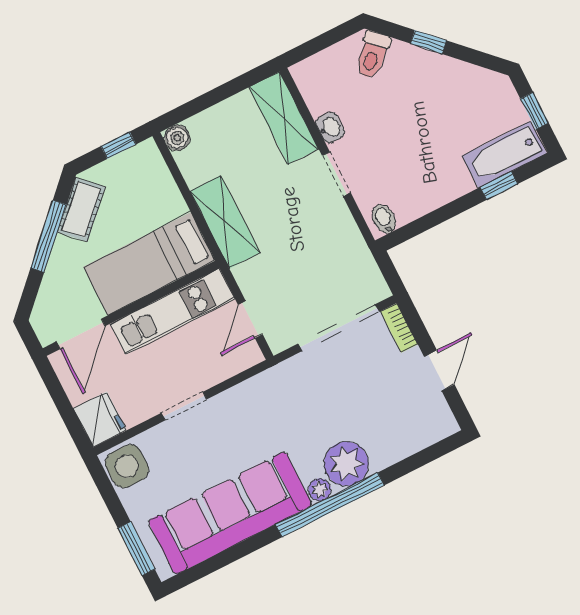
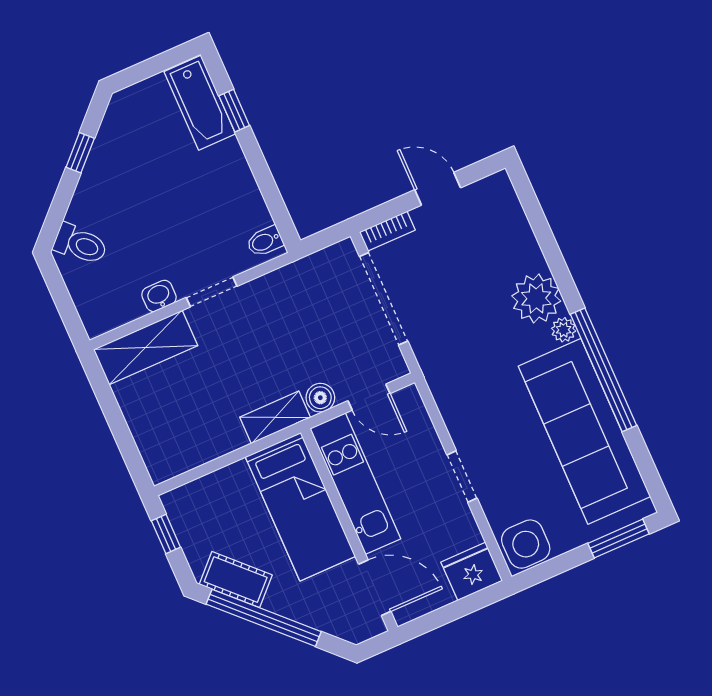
window: (428, 42) -> (80, 153), moved
window: (534, 111) -> (153, 66), removed
boiler: (177, 138) -> (320, 398), moved
shelving: (225, 222) -> (275, 417), width x0.67, depth x0.75
window: (48, 236) -> (264, 618), width x1.46
window: (330, 505) -> (604, 370), moved

